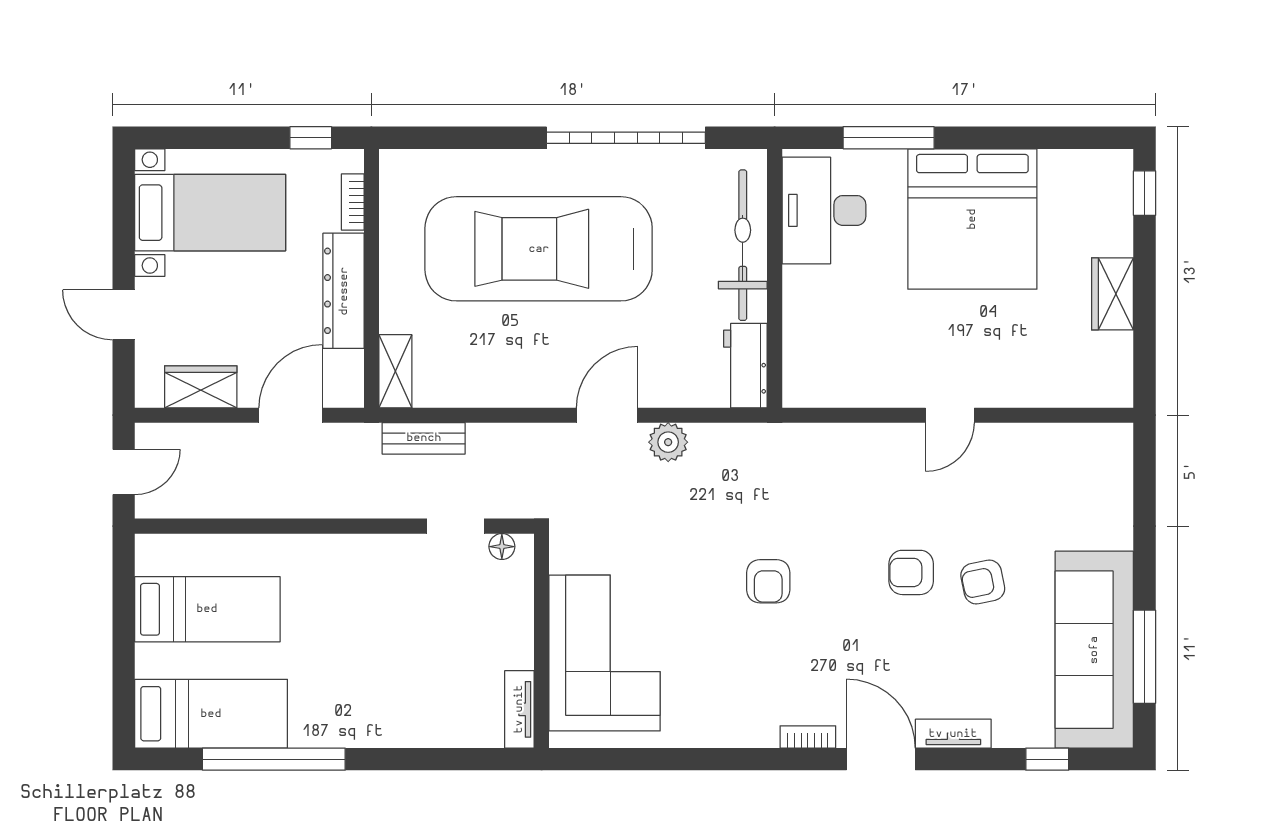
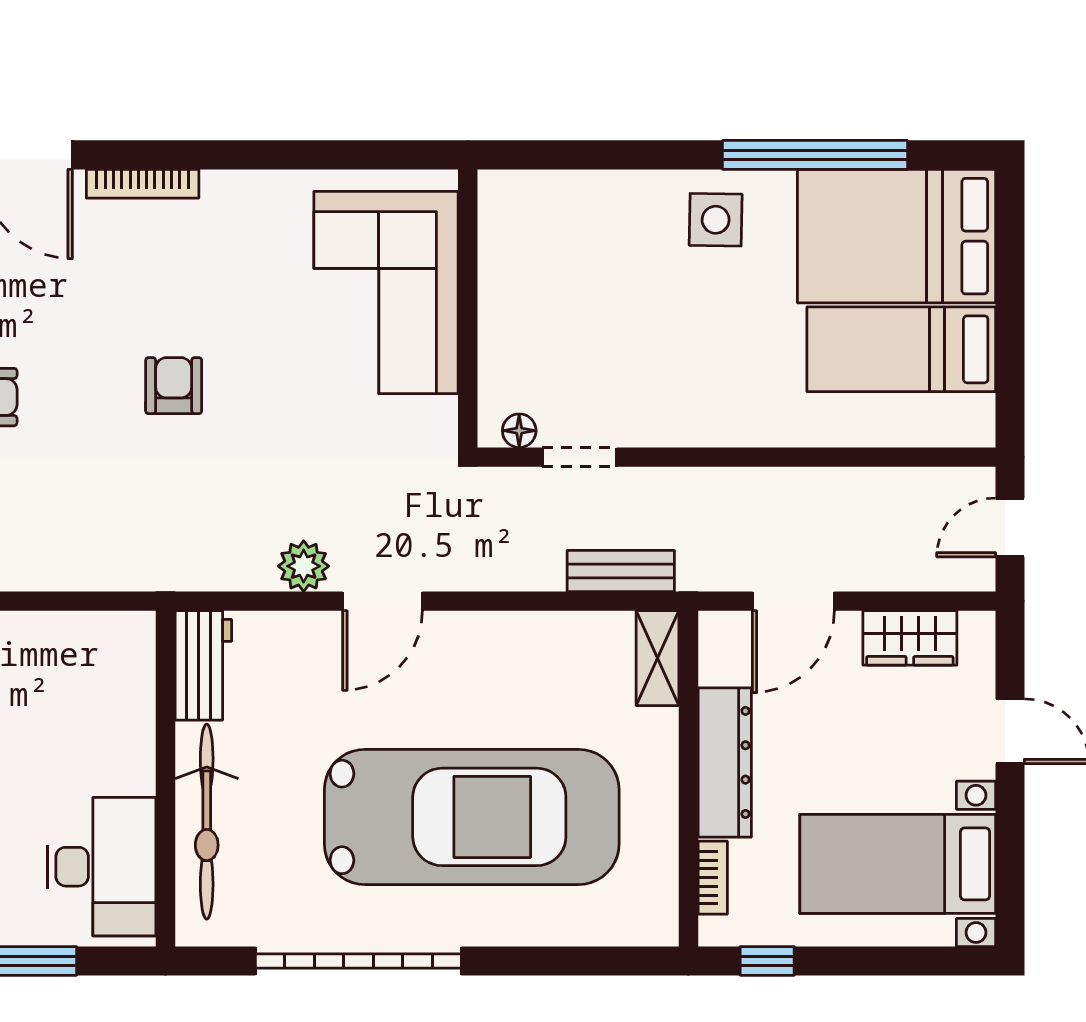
side table: (351, 709) -> (716, 220), added
tv unit: (519, 709) -> (496, 219), removed
bed: (211, 714) -> (896, 236), width x1.50
bookcase: (808, 737) -> (143, 184), width x1.56

